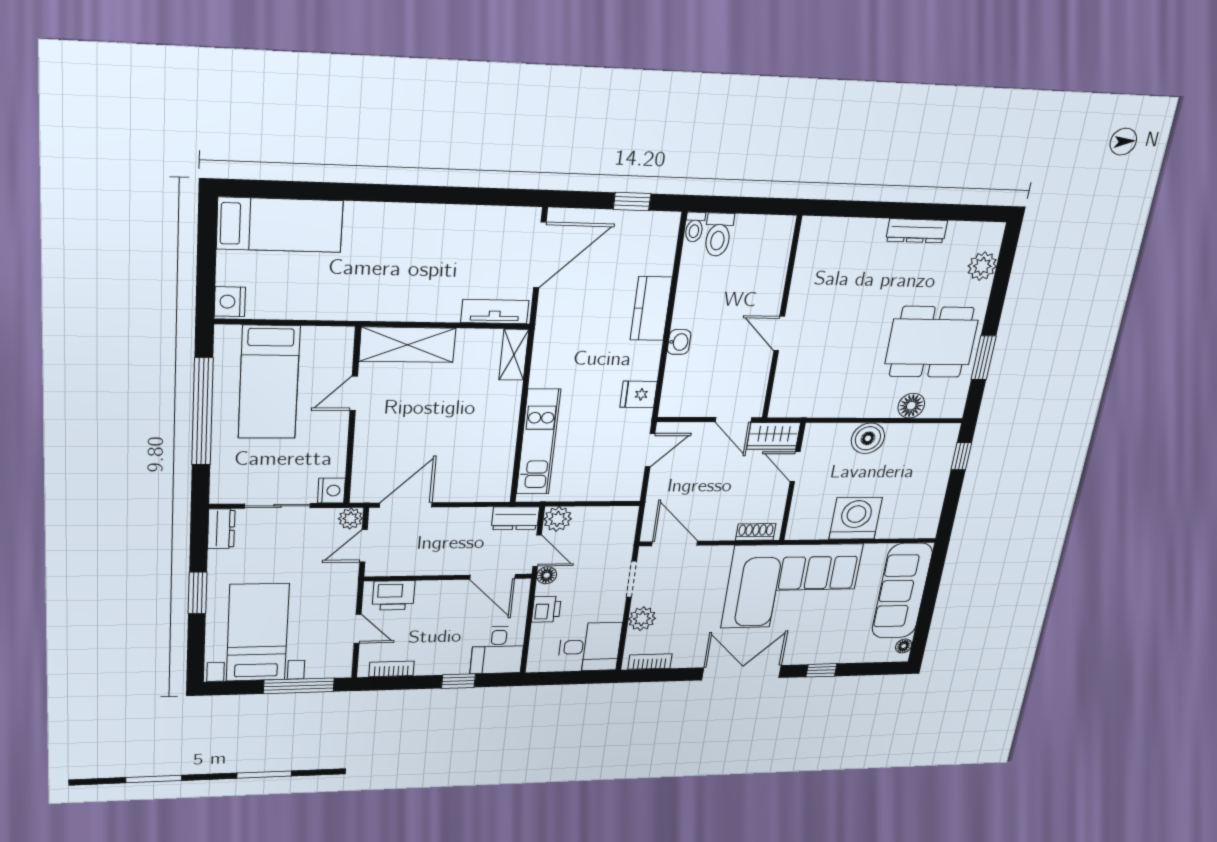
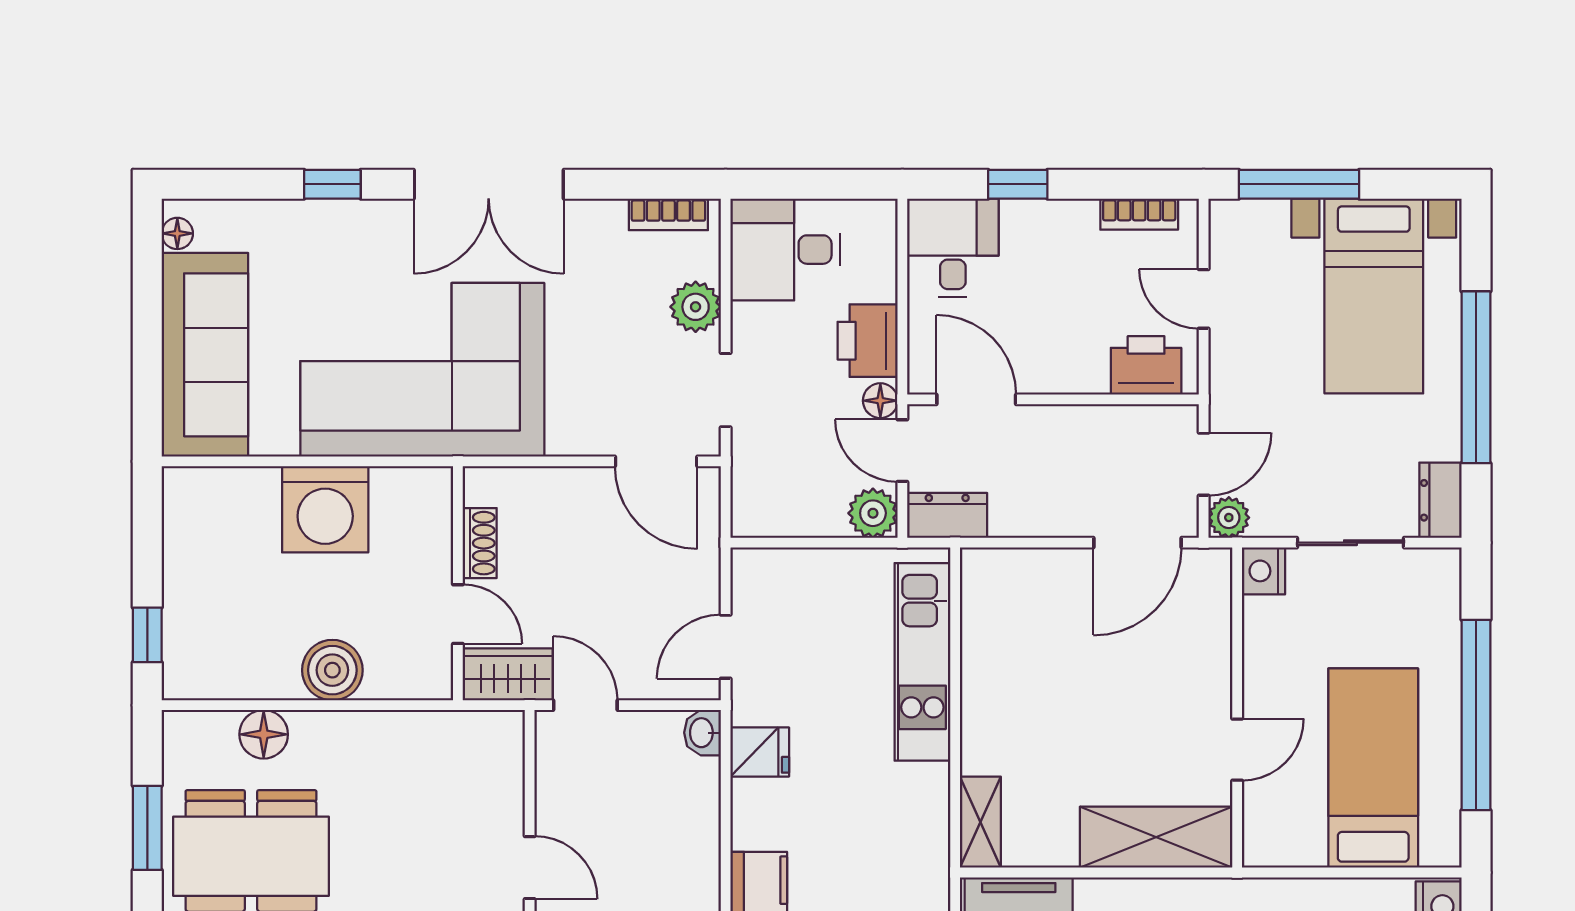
washbasin: (679, 342) -> (702, 733), moved
shoe rack: (756, 532) -> (480, 543), moved, turned -90
window: (198, 593) -> (1476, 377), width x2.11
printer: (546, 609) -> (868, 341), width x1.36, depth x1.24

